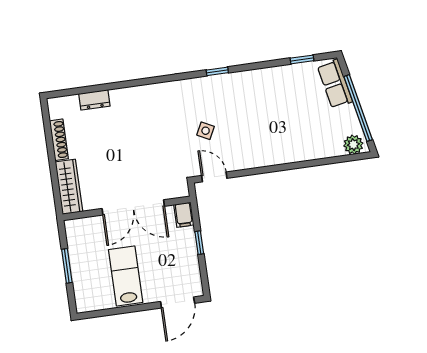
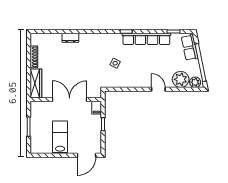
row of seats: (255, 79) -> (146, 39), added
dresser: (94, 100) -> (70, 38), moved
plant: (327, 143) -> (181, 79), added
door: (214, 177) -> (158, 89), moved
double door: (133, 207) -> (70, 100), swing flipped

